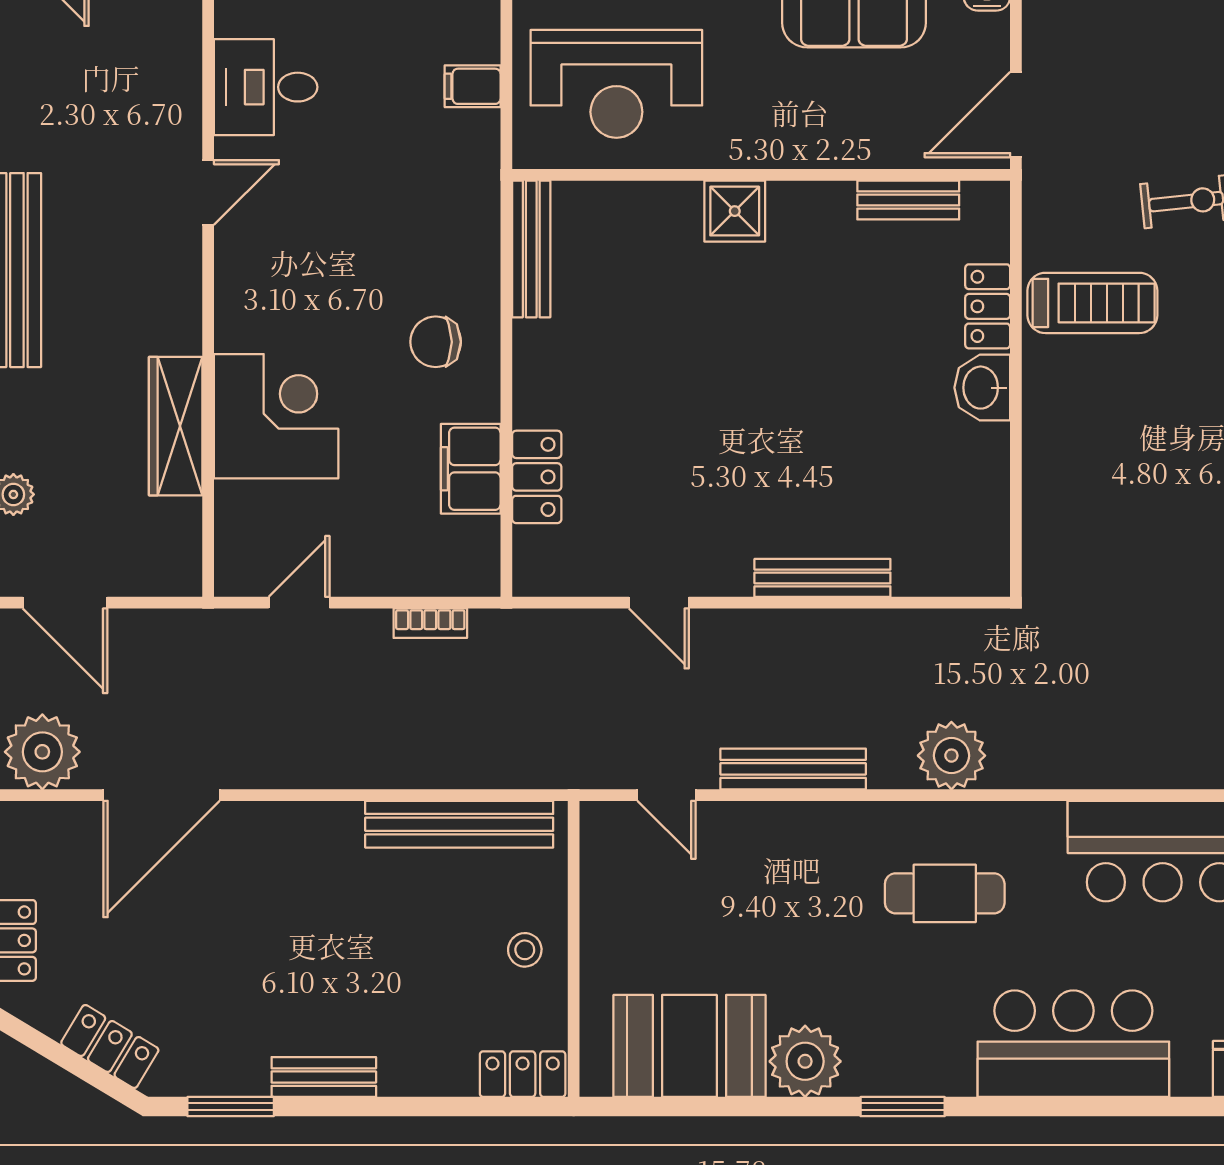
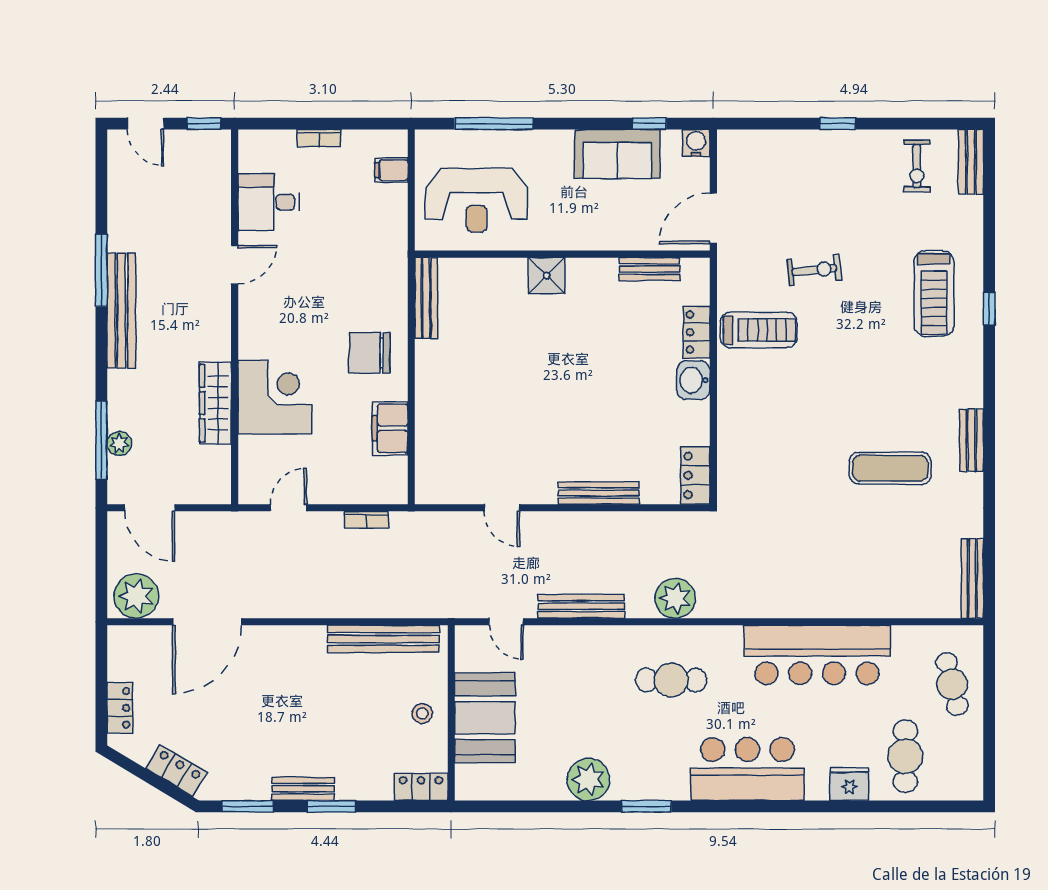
filing cabinet: (473, 86) -> (391, 170), moved
chair: (436, 342) -> (369, 353), width x1.37, depth x1.37
locker: (537, 477) -> (695, 475), moved, turned 180
booth: (689, 1046) -> (485, 718), moved, turned 90
window: (372, 1107) -> (332, 806), added

